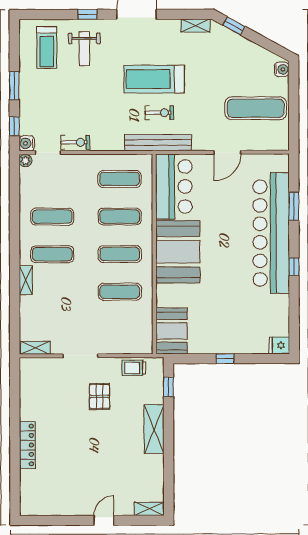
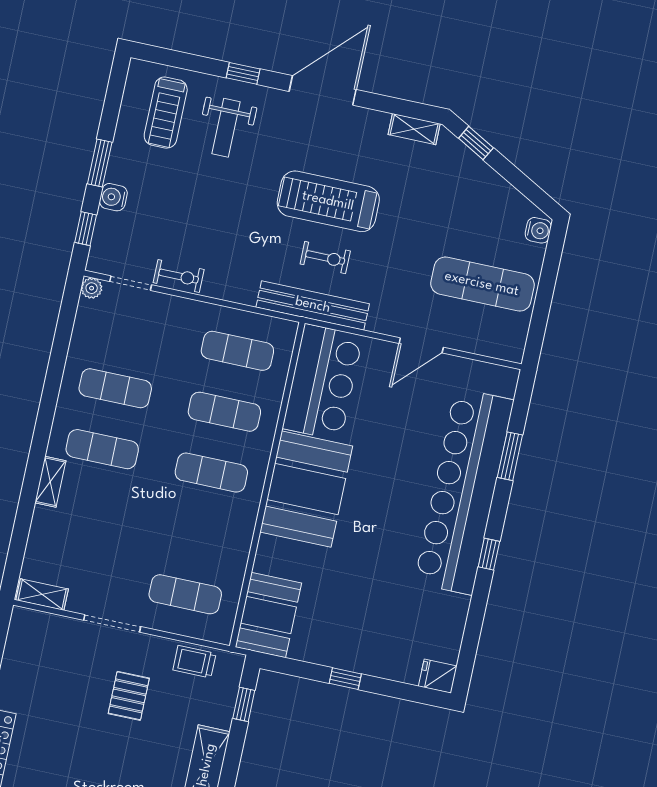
water cooler: (27, 143) -> (113, 197), moved
exercise mat: (120, 292) -> (185, 594), moved

